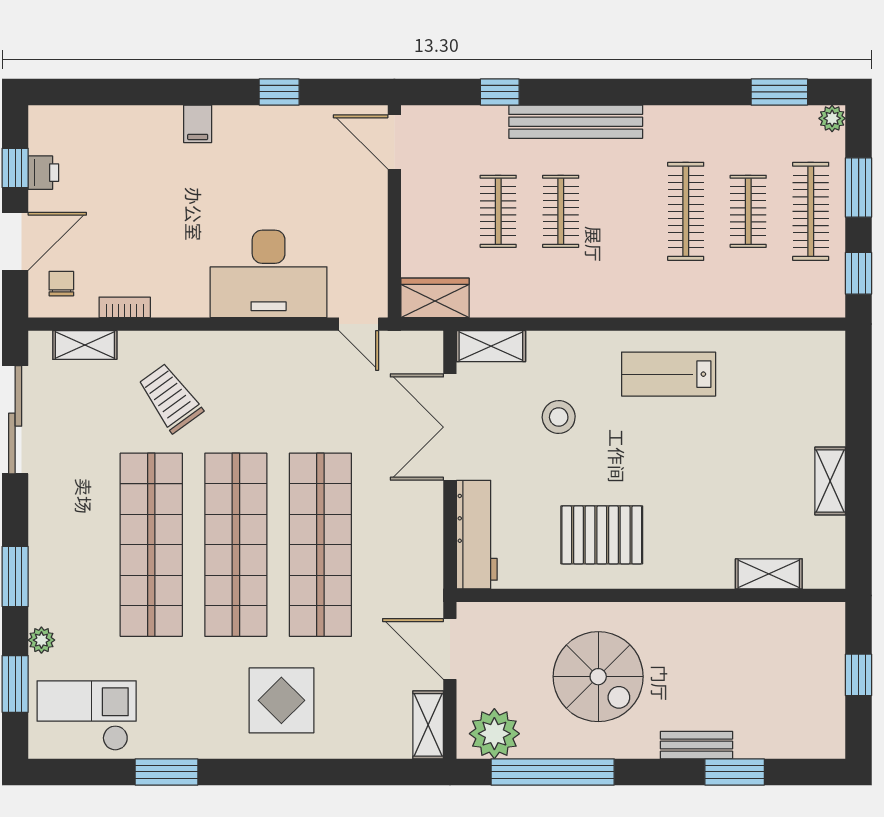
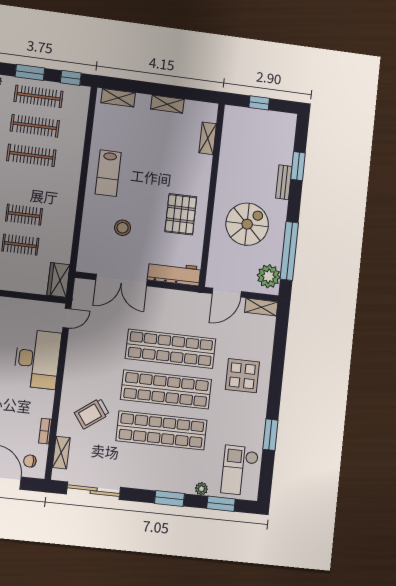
clothes rail: (748, 211) -> (35, 126), width x1.36
shelving: (491, 346) -> (118, 98), moved, turned 90

